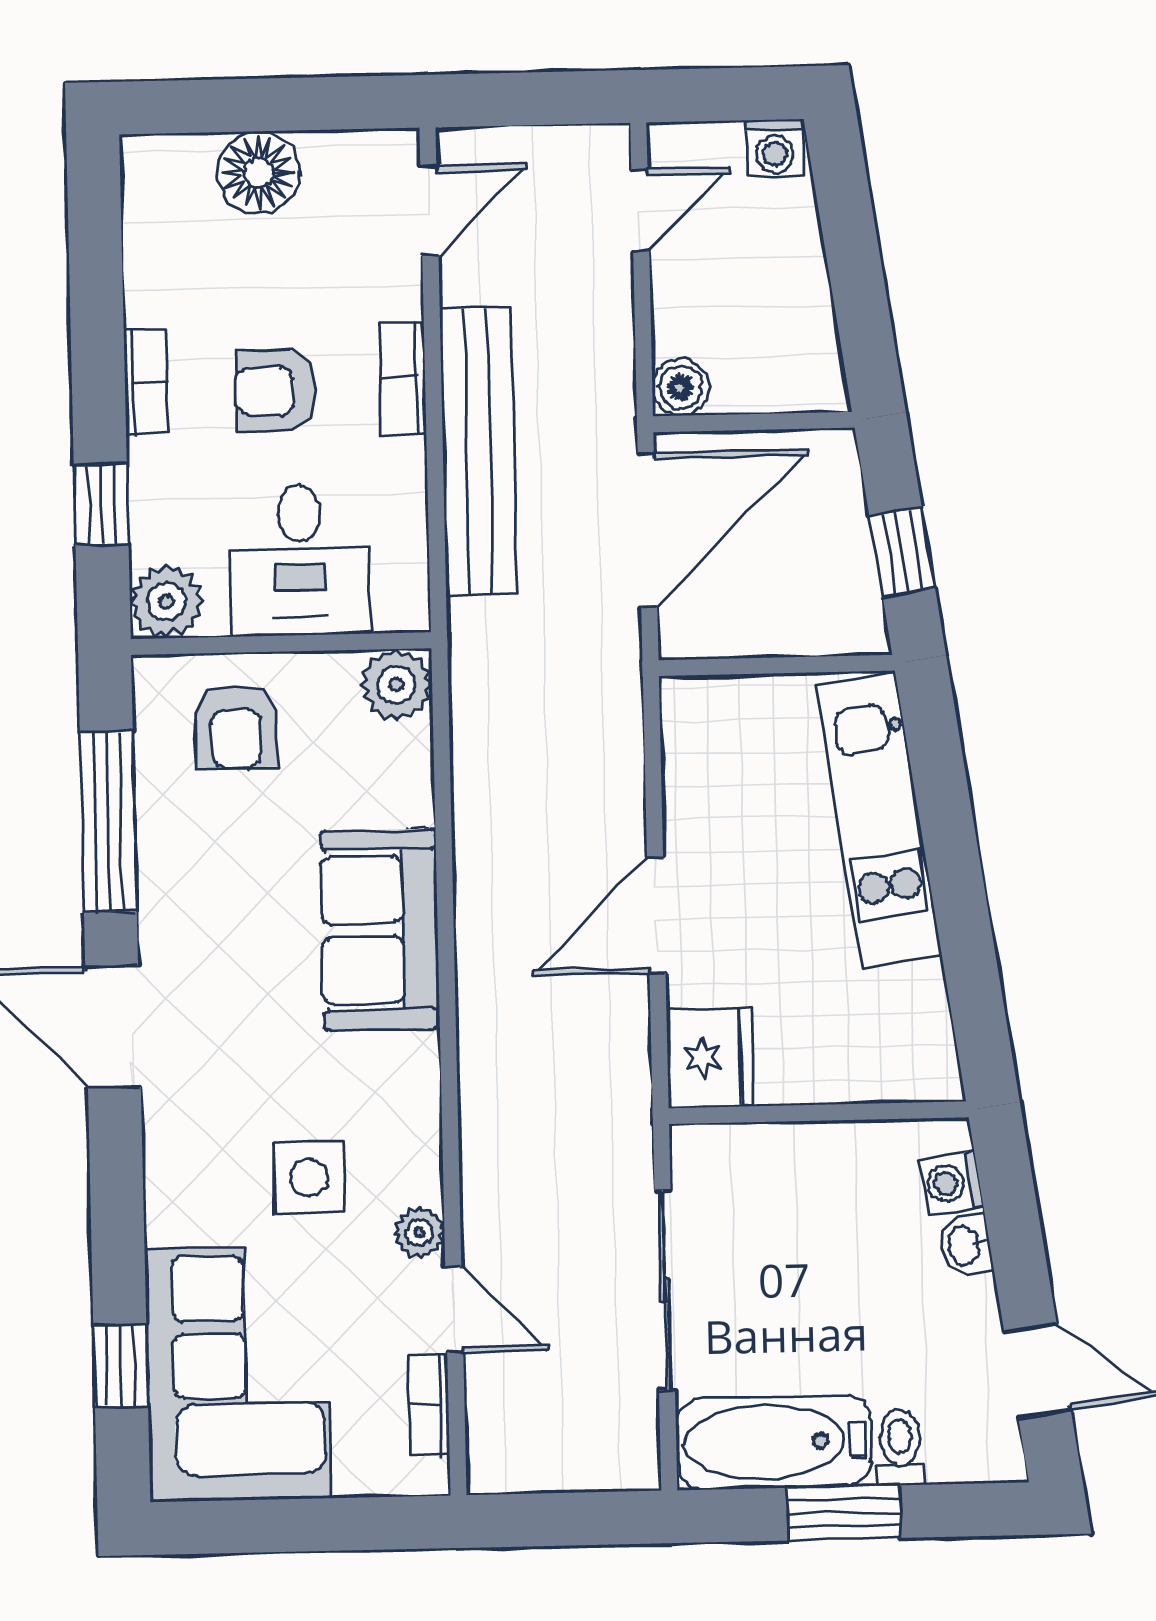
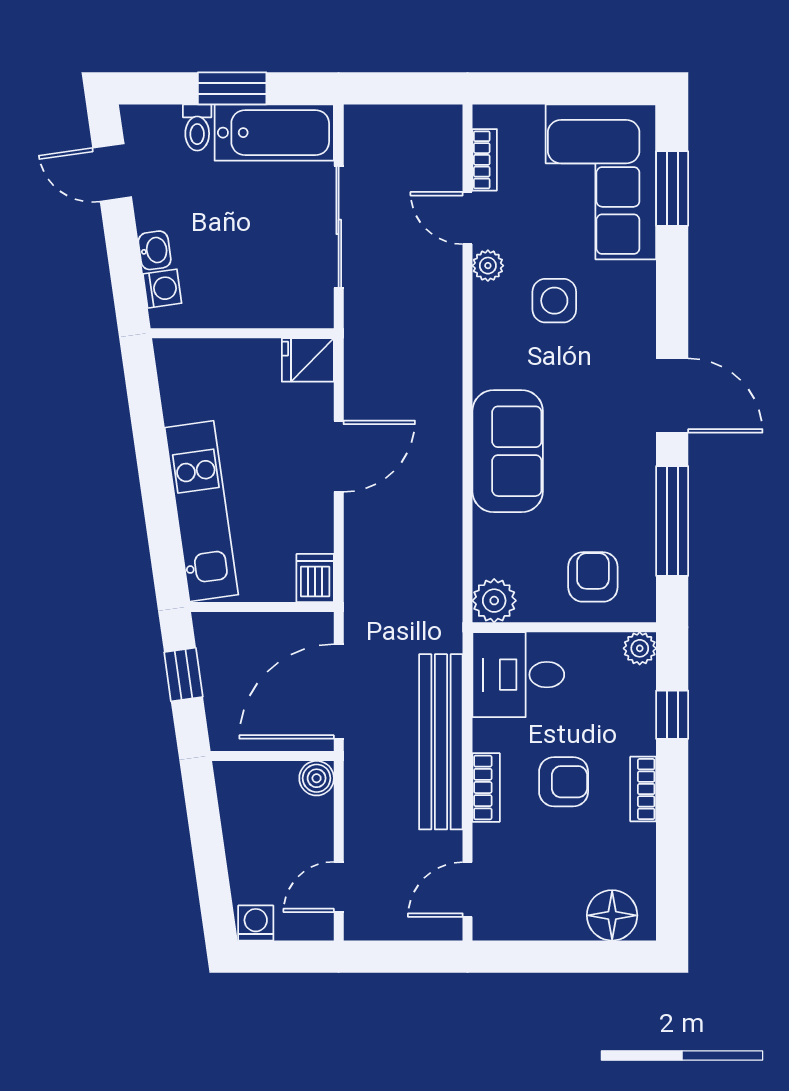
floor lamp: (259, 173) -> (612, 915), moved
desk: (300, 560) -> (518, 675), moved, turned -90
plant: (166, 602) -> (640, 648), width x0.73, depth x0.73
dishwasher: (690, 715) -> (315, 578), added
fridge: (710, 1058) -> (308, 360), width x0.72
window: (121, 1365) -> (672, 188), width x1.50

